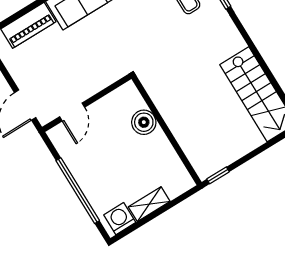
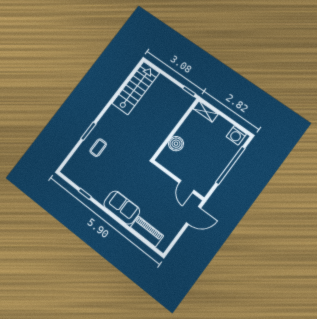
door: (72, 112) -> (186, 186), swing flipped
shelving: (149, 204) -> (206, 111), moved

